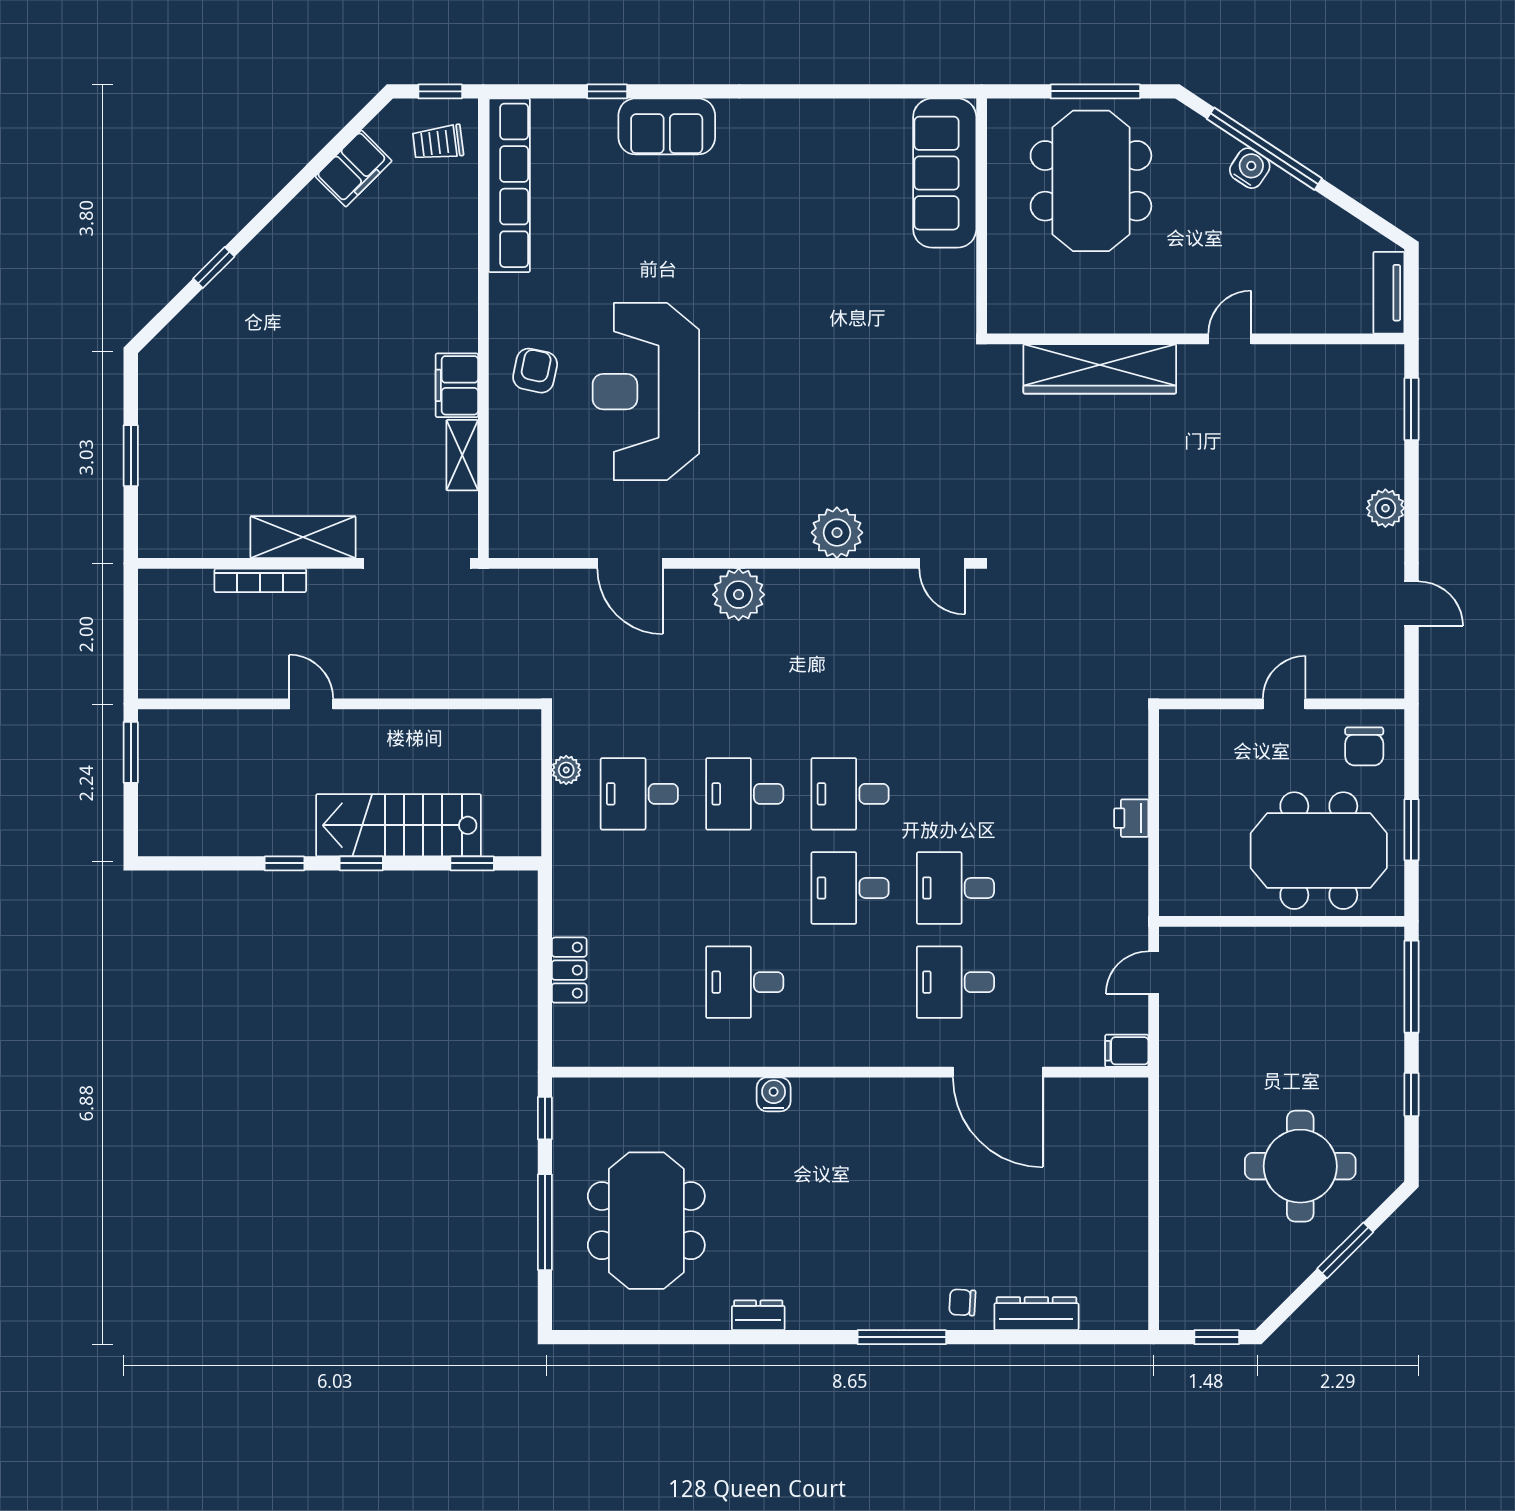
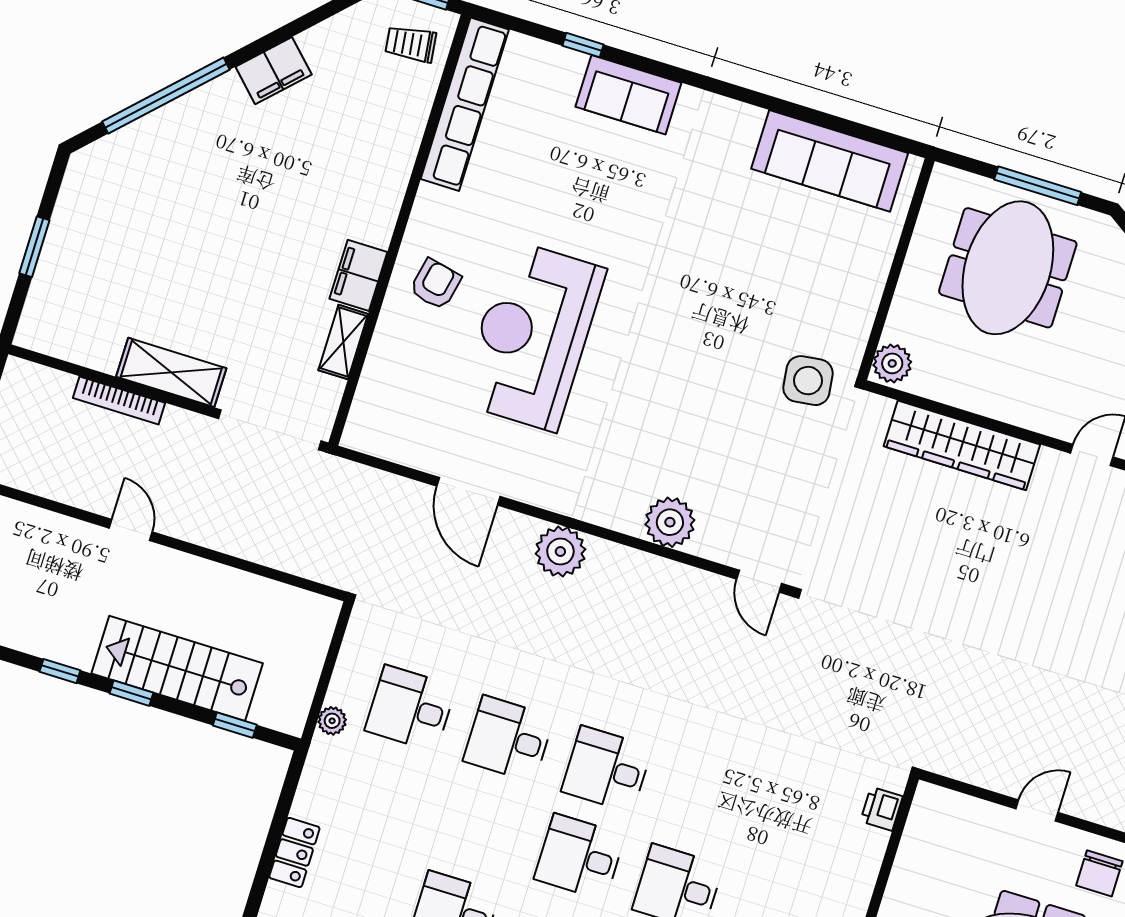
filing cabinet: (354, 169) -> (274, 71), moved
sofa: (945, 173) -> (830, 161), moved, turned -90
window: (214, 268) -> (166, 96), width x3.17
plant: (1007, 310) -> (892, 363), added
side table: (929, 352) -> (808, 381), added
plant: (566, 770) -> (332, 721), moved
printer: (1131, 818) -> (882, 809), moved

